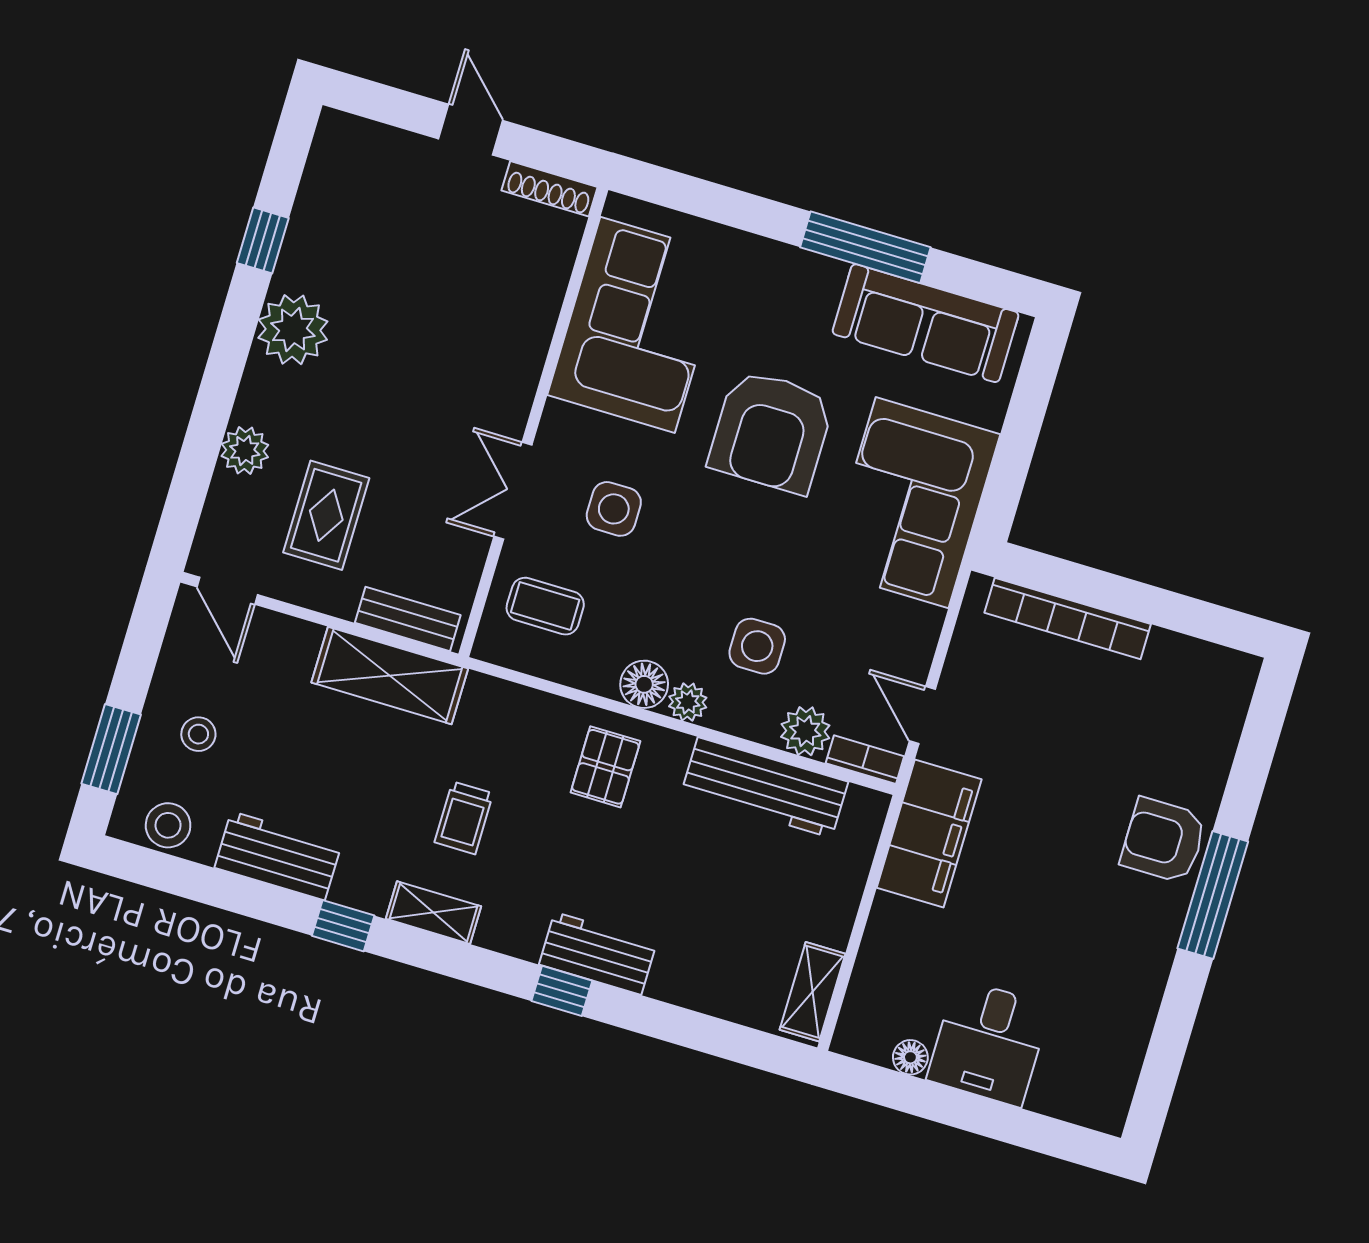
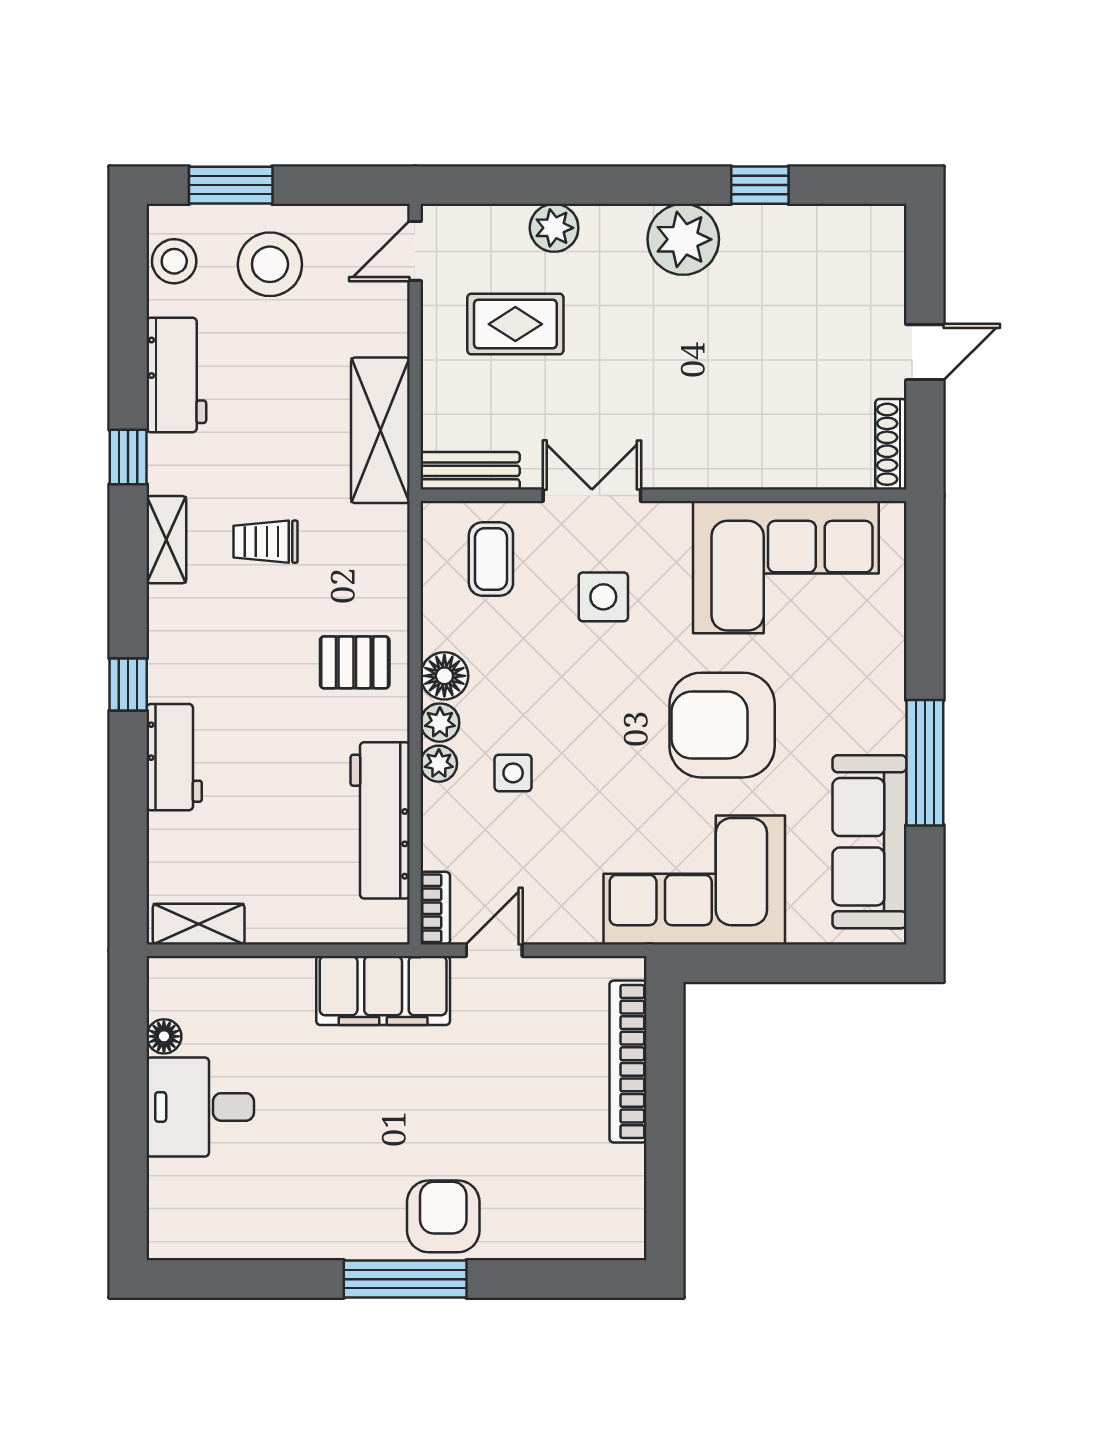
bench: (408, 619) -> (470, 471), moved, turned 90
side table: (757, 646) -> (513, 773), width x0.73, depth x0.73
plant: (805, 731) -> (439, 764), moved, width x0.73, depth x0.73
stool: (198, 734) -> (270, 264), width x1.89, depth x1.89
workbench: (598, 953) -> (174, 757), moved

